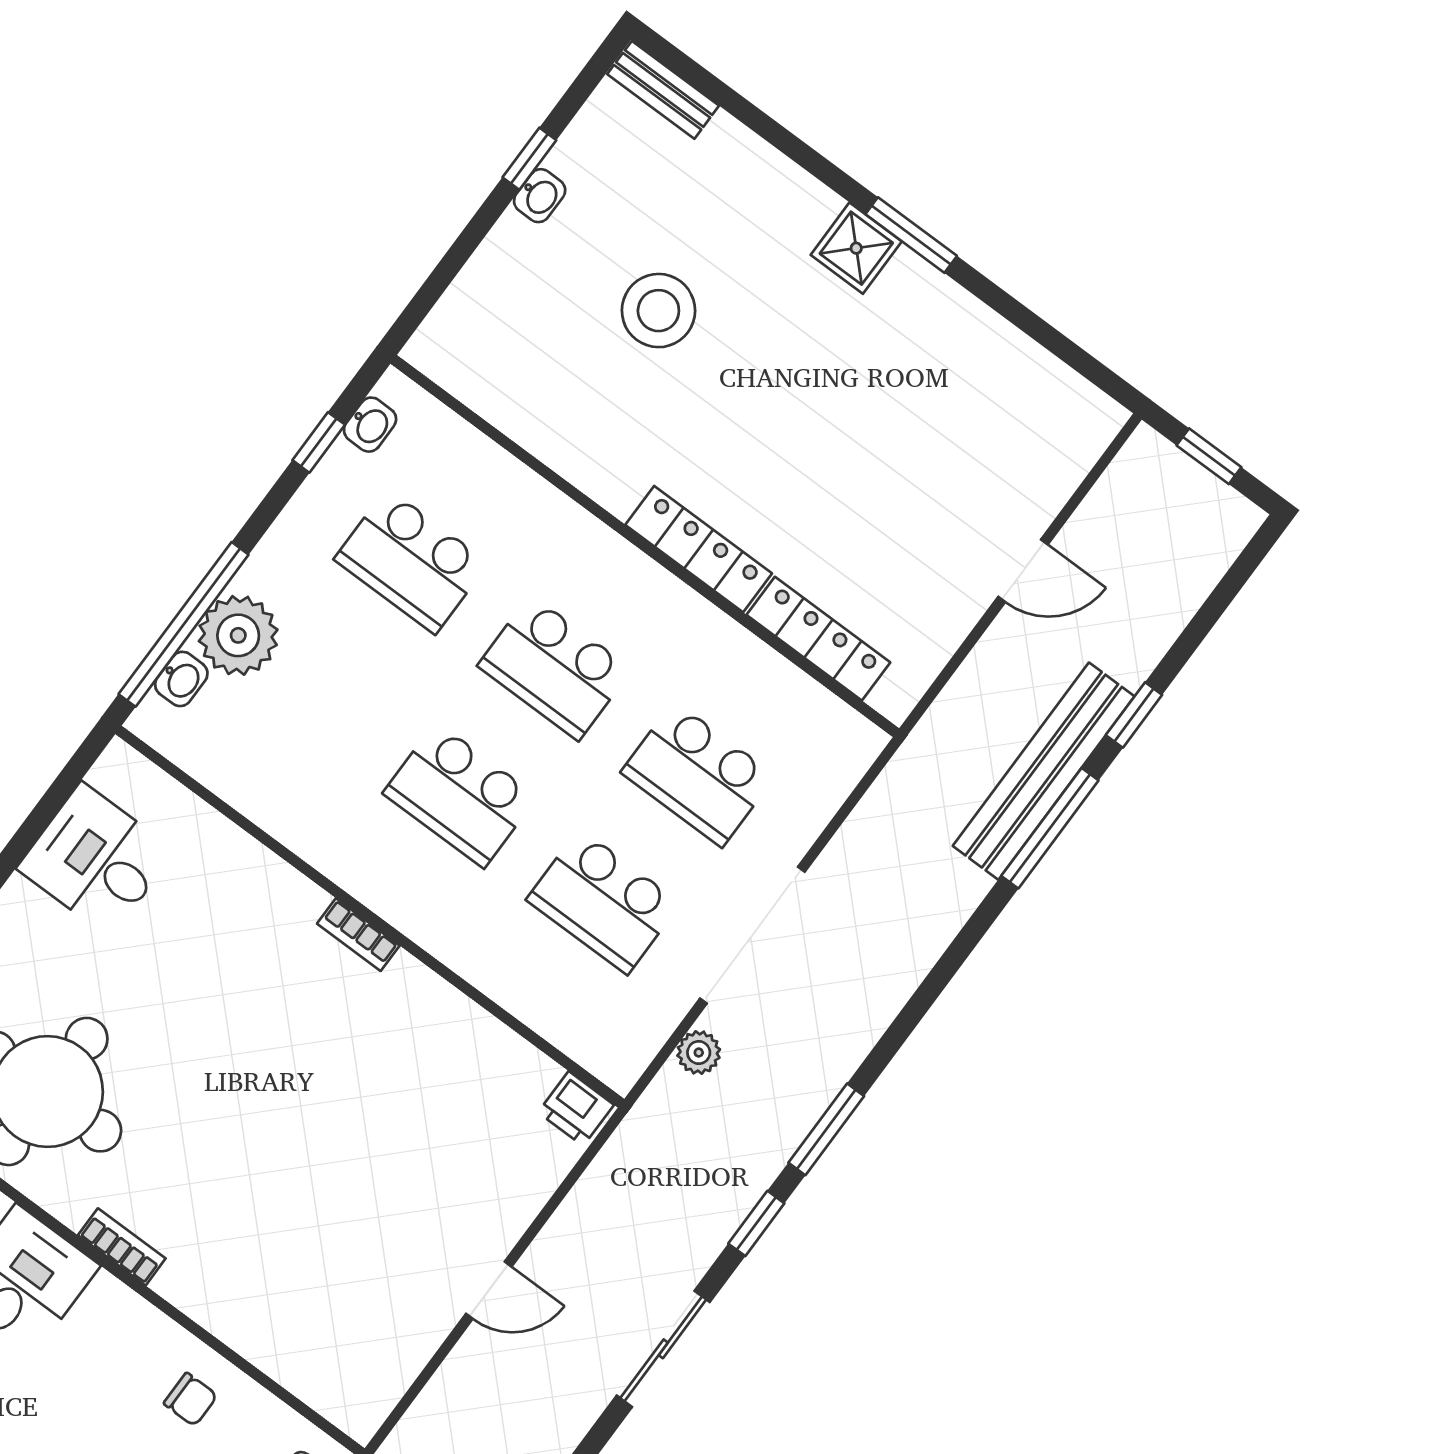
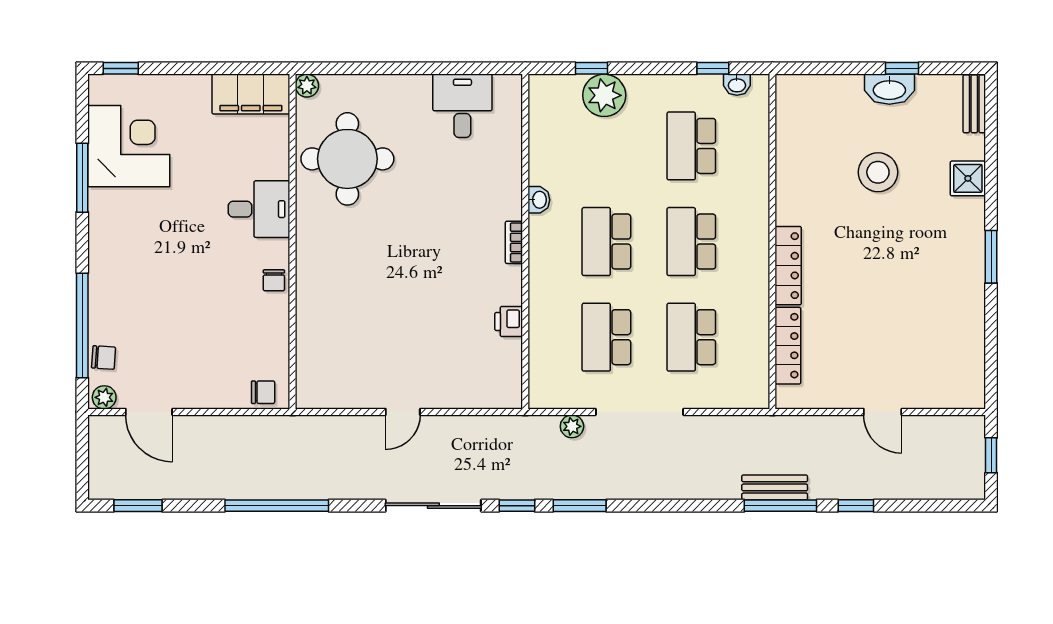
washbasin: (540, 196) -> (889, 89), width x1.91, depth x1.45
shower: (856, 248) -> (968, 178), moved
window: (184, 624) -> (592, 68), width x0.32
washbasin: (181, 679) -> (539, 200), moved, turned -90
bench: (1044, 771) -> (775, 487), width x0.54, depth x0.82
printer: (576, 1109) -> (509, 321), moved
bookcase: (122, 1247) -> (304, 240), removed
door: (489, 1290) -> (403, 412), hinge flipped
sliding door: (663, 1349) -> (433, 506), width x1.37
chair: (191, 1399) -> (274, 280), moved

